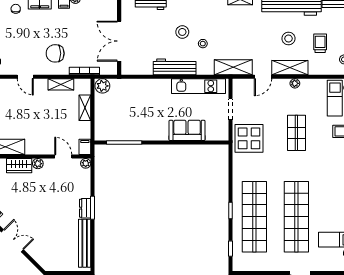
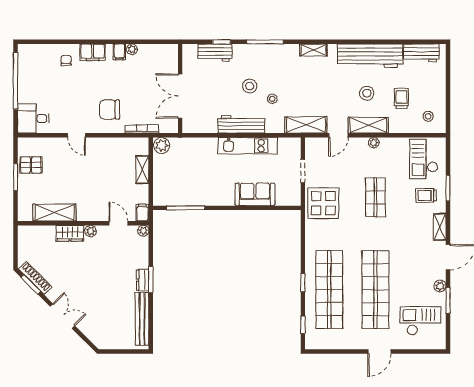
shelving: (61, 84) -> (116, 144), removed
kitchen unit: (198, 86) -> (248, 146), moved

